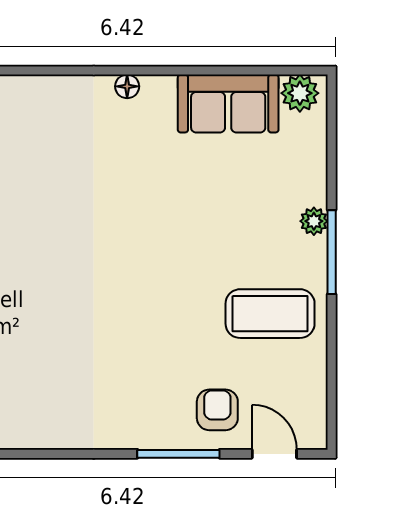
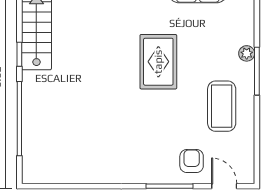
rug: (159, 236) -> (158, 62), added
coffee table: (270, 314) -> (222, 106), turned 90

